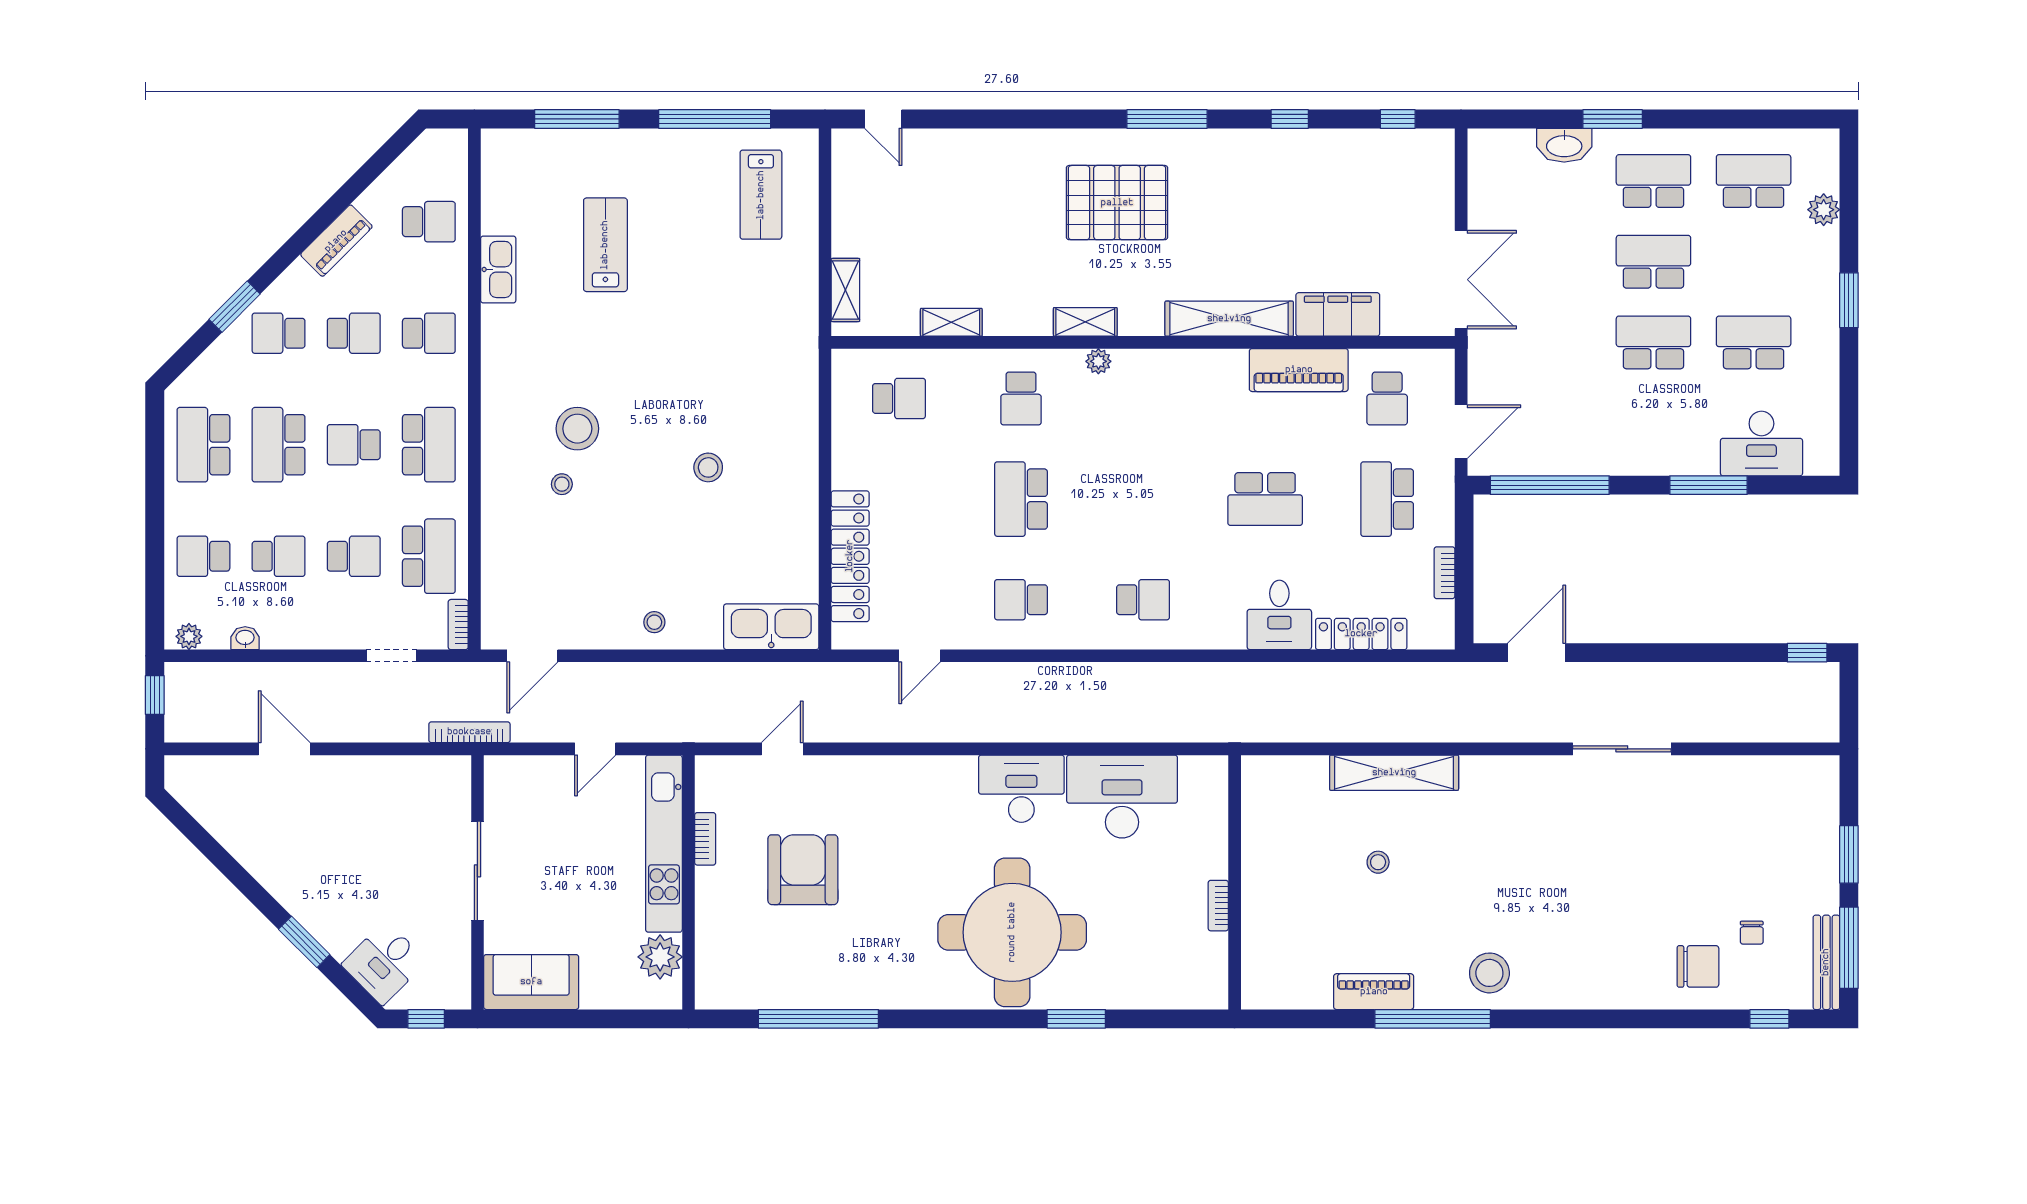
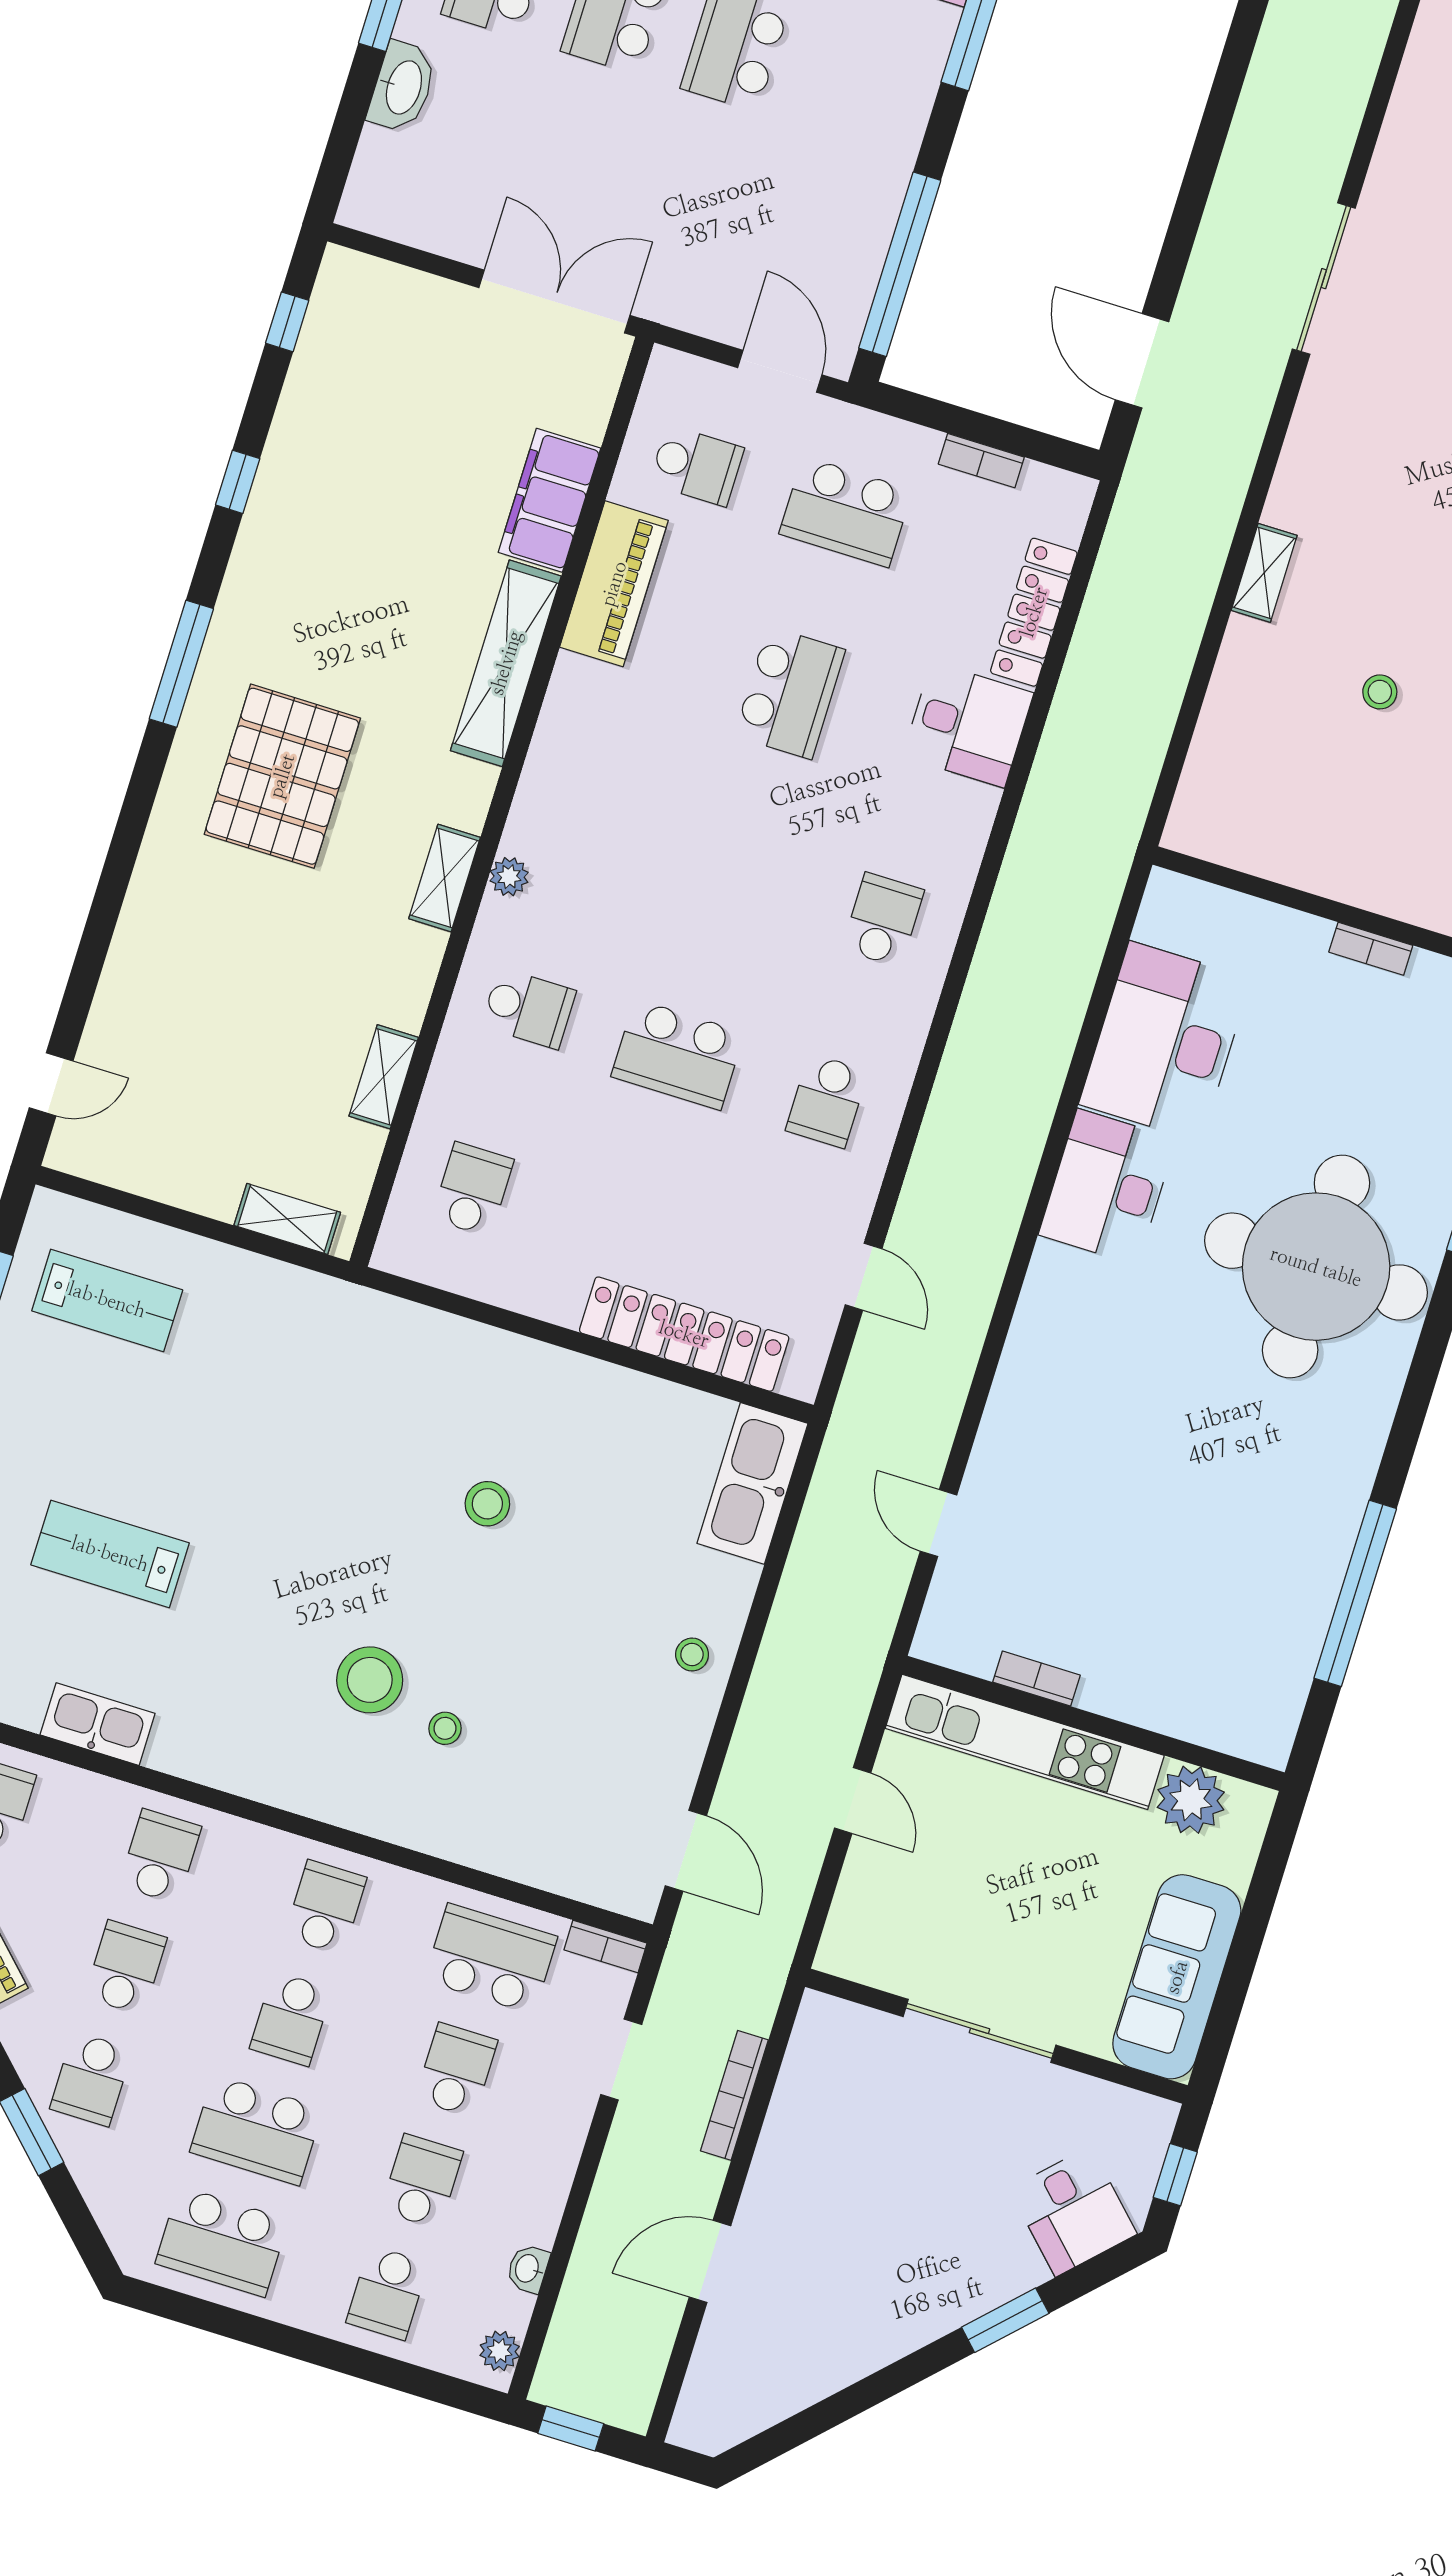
school desk: (429, 445) -> (325, 1907), width x0.54
bookcase: (469, 732) -> (734, 2095), moved
shelving: (1394, 773) -> (1264, 573), width x0.45, depth x0.75
armchair: (803, 870) -> (1127, 1548), removed
sofa: (531, 982) -> (1177, 1977), width x1.36

